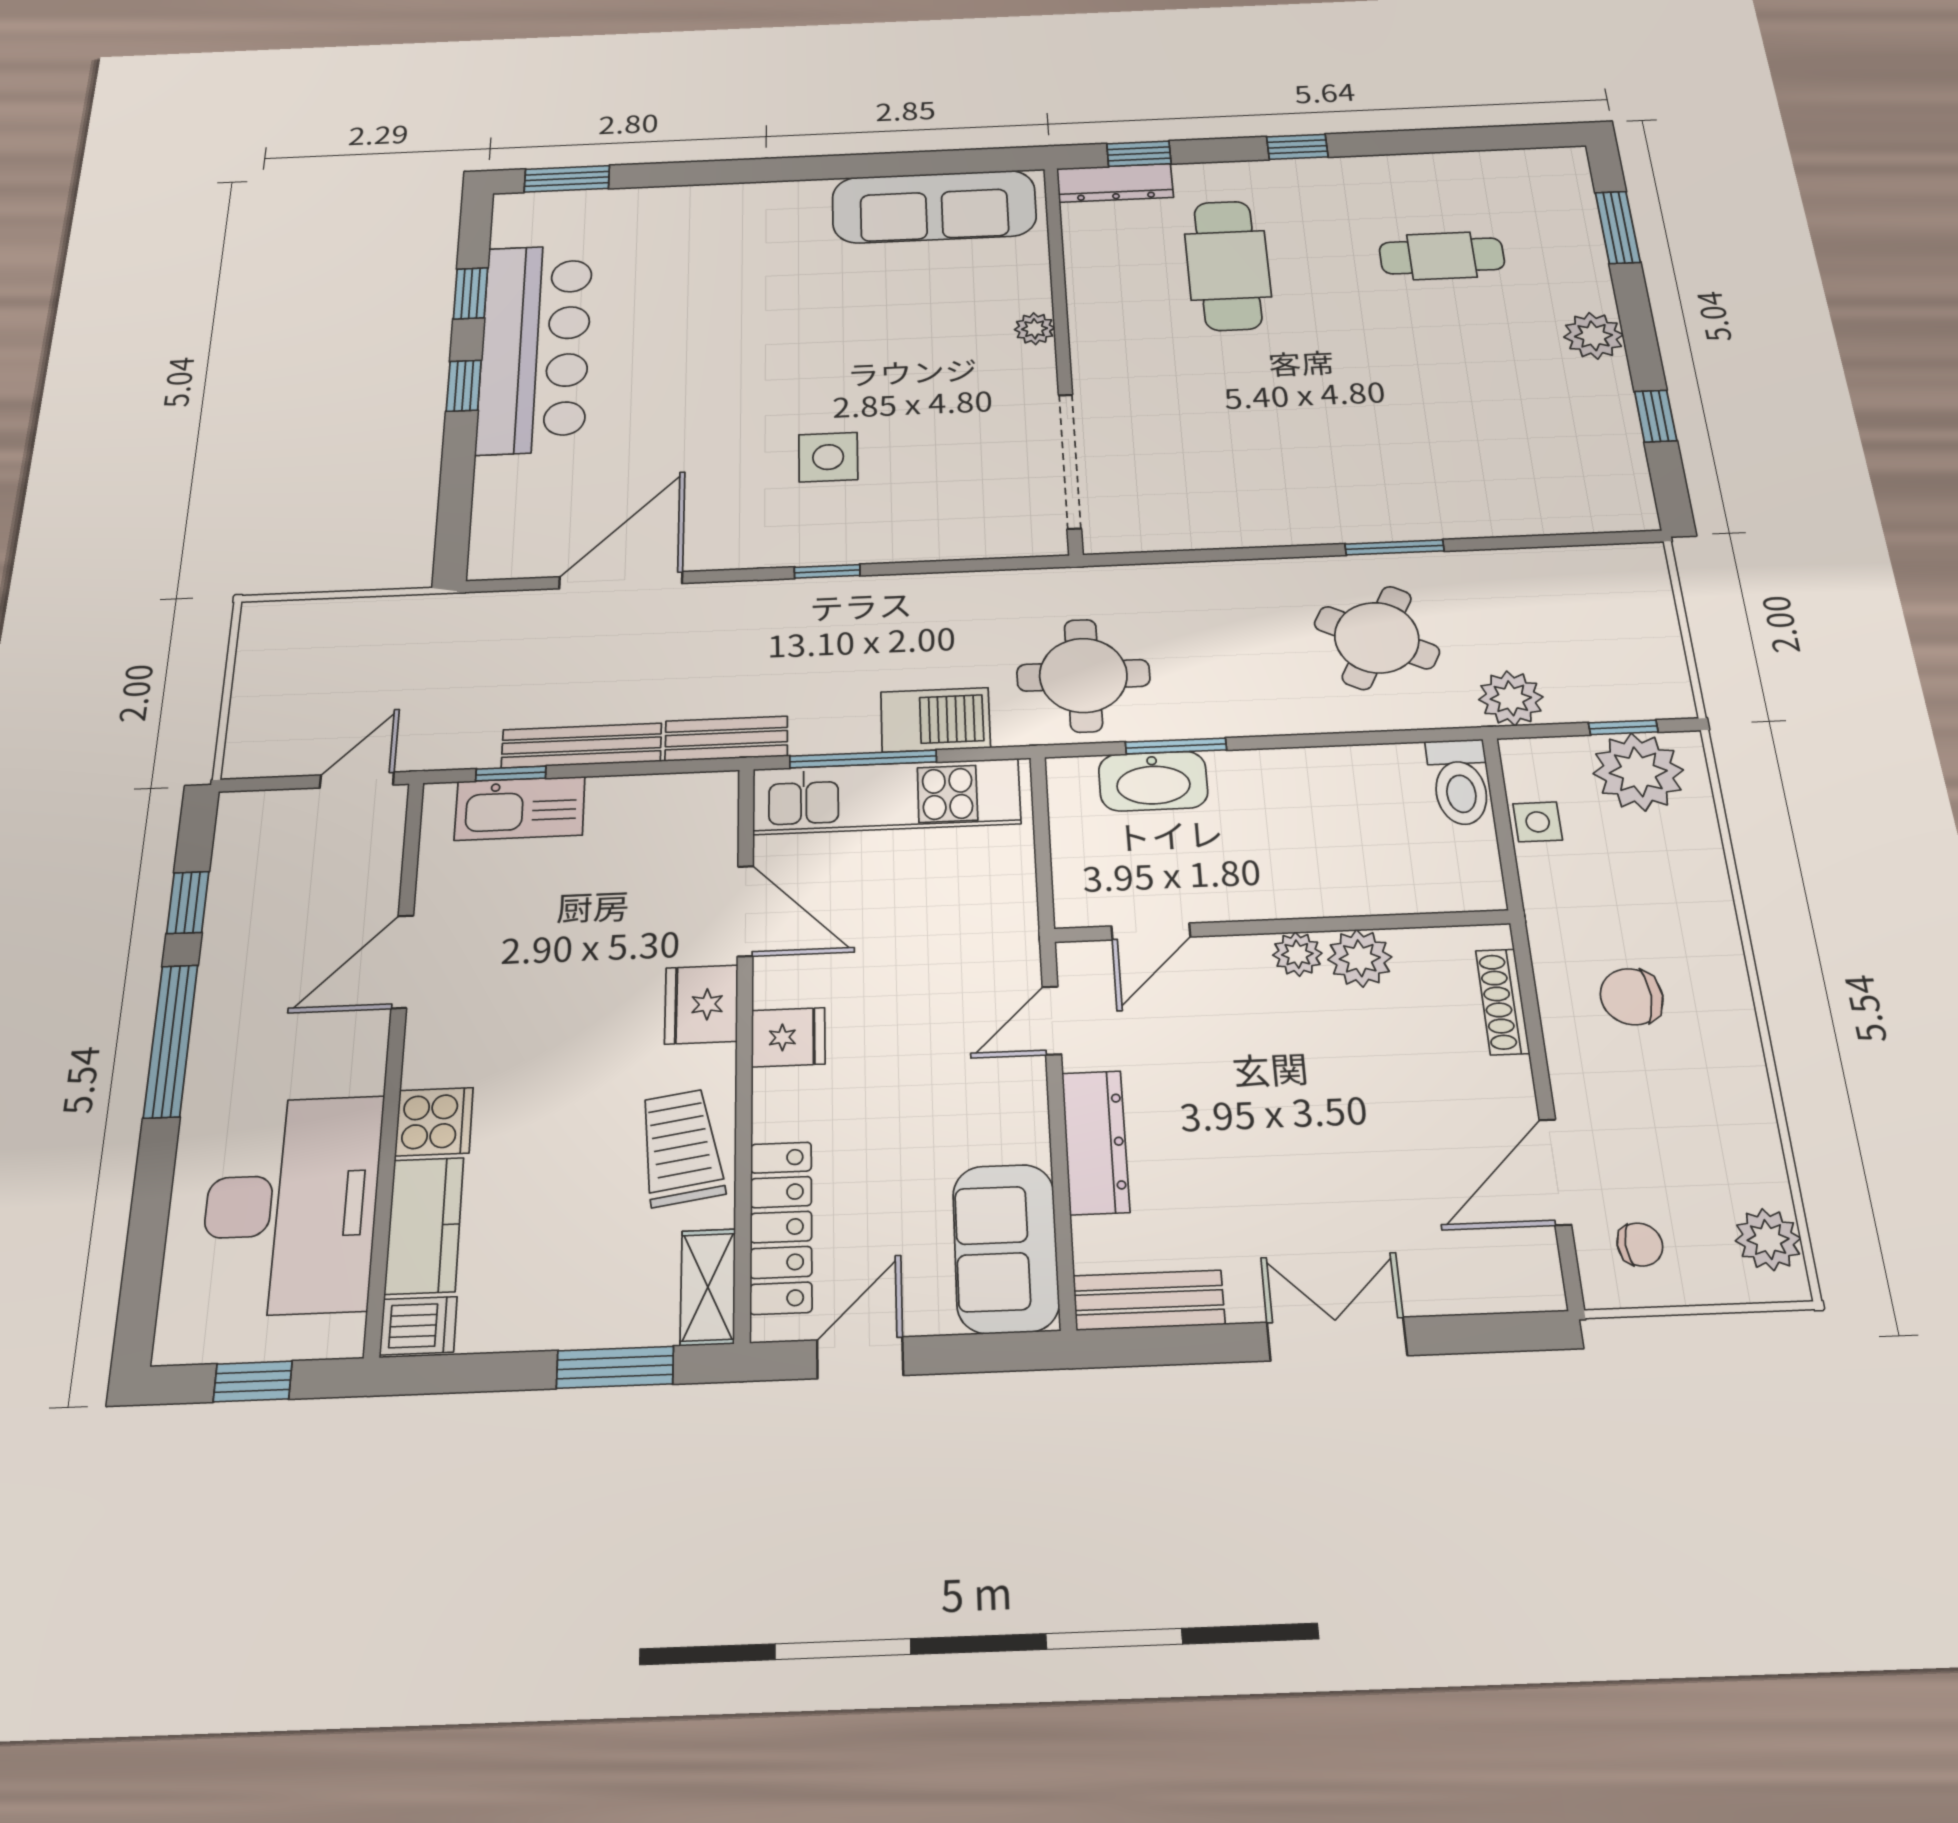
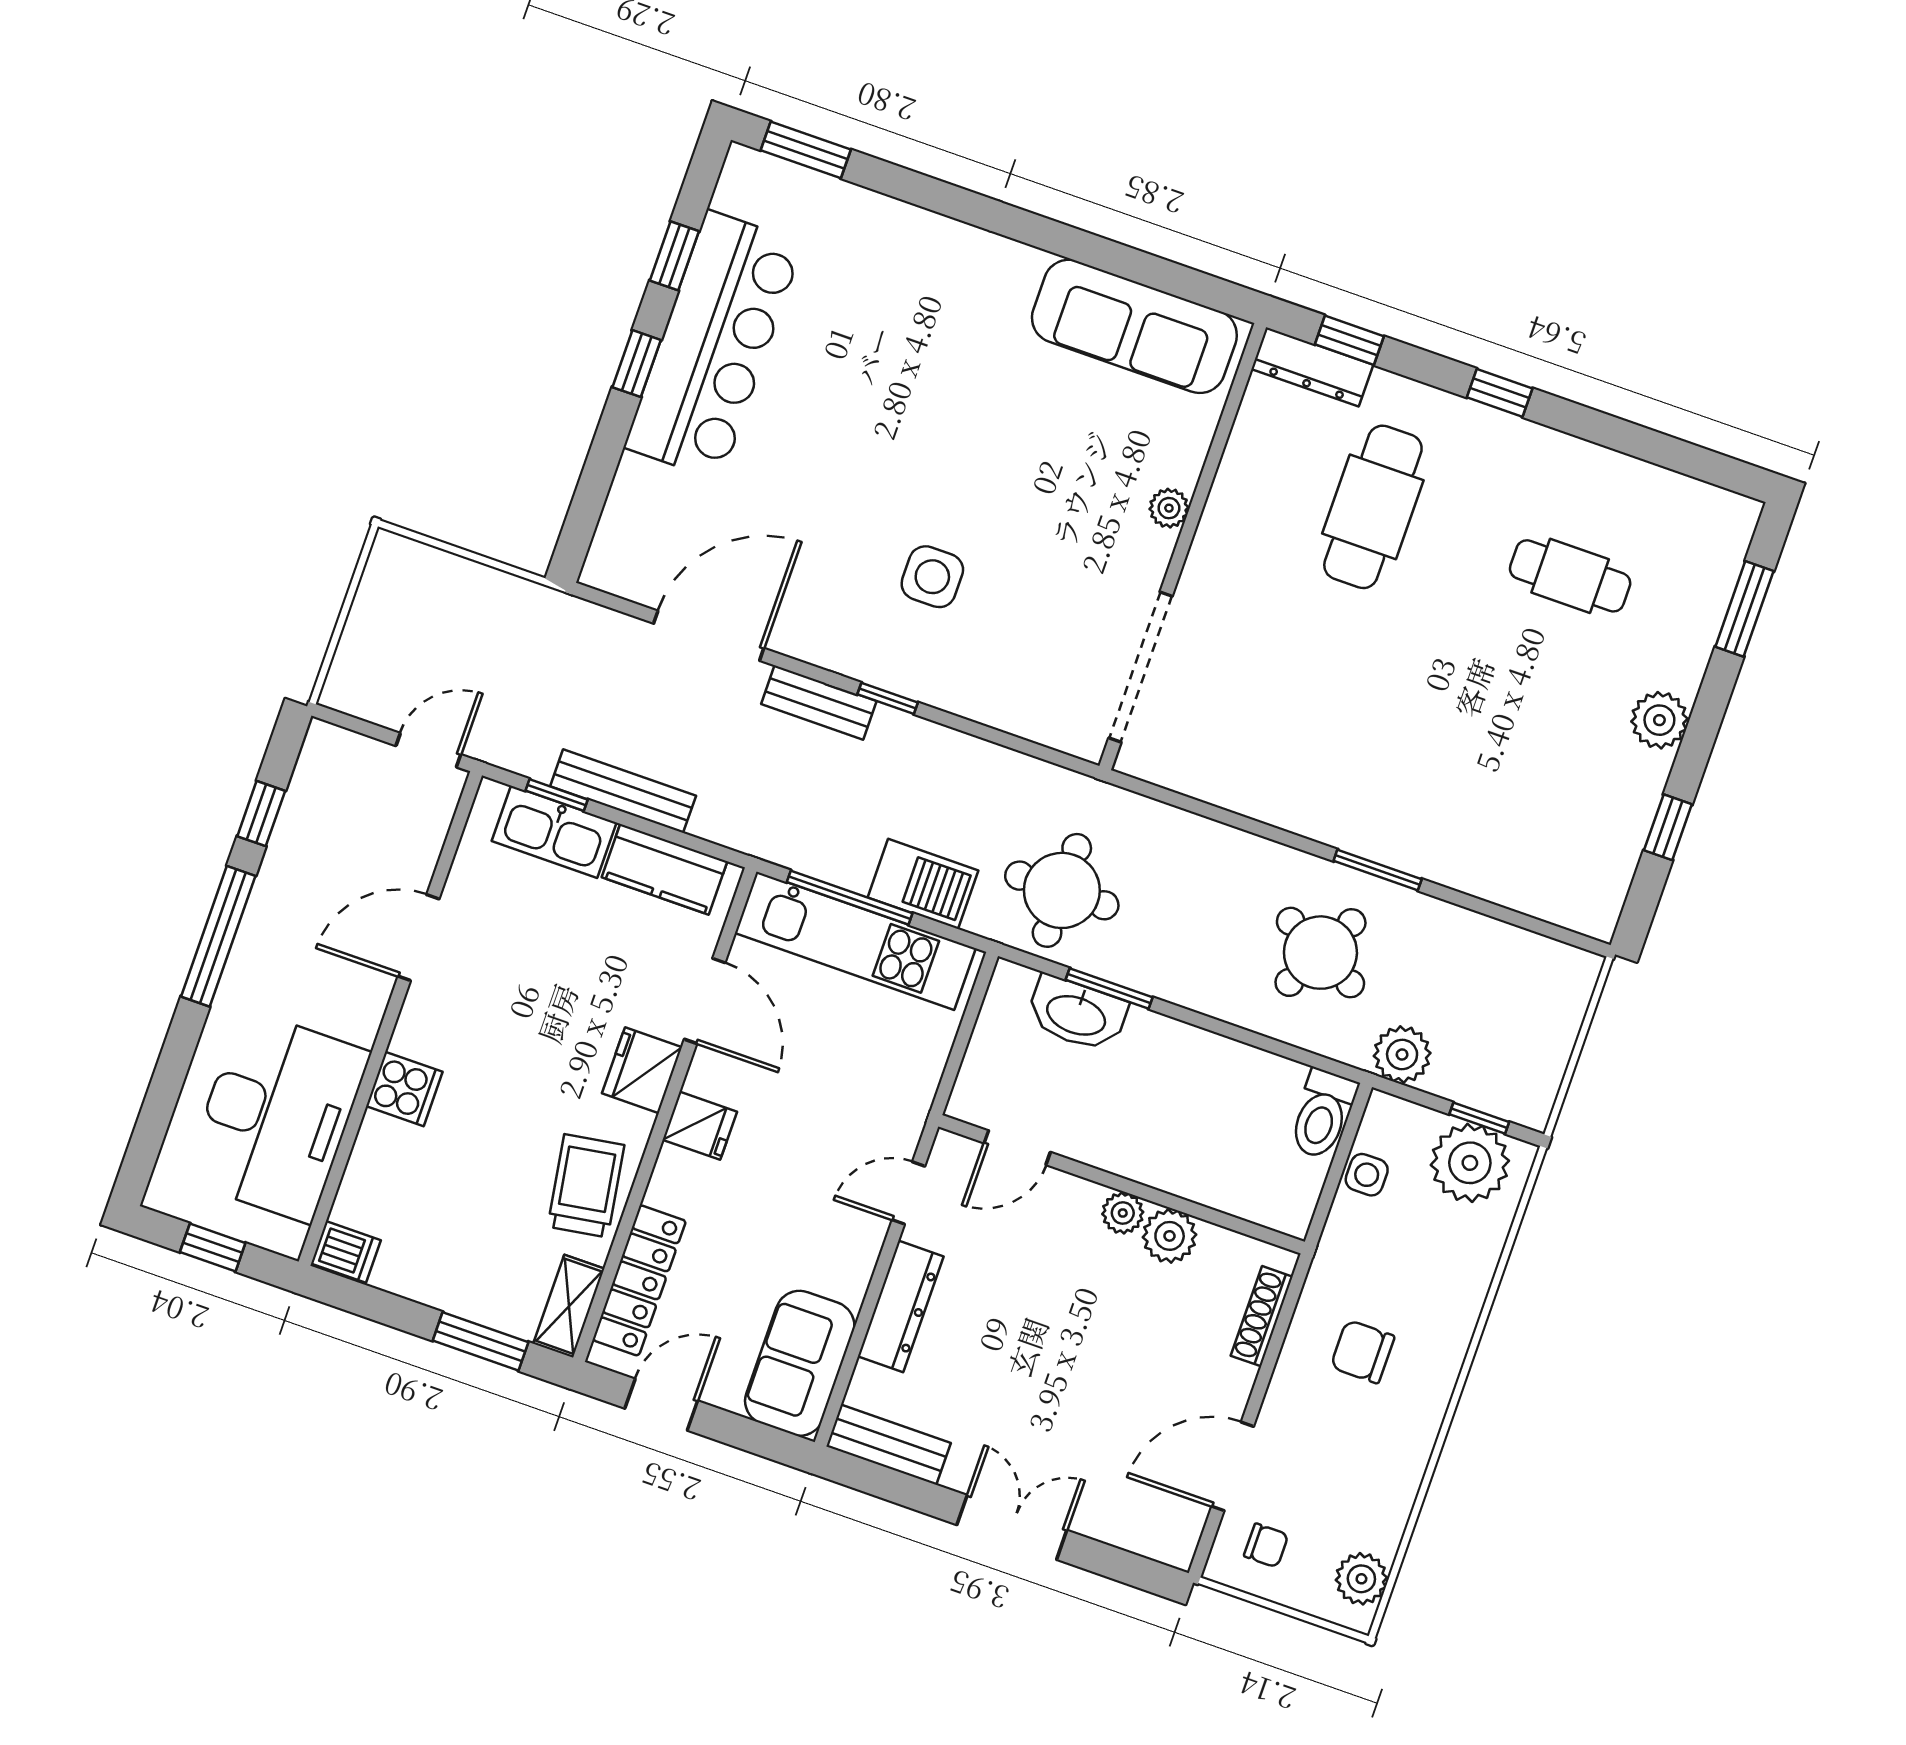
bench: (726, 739) -> (819, 703), moved
kitchen counter: (424, 1225) -> (665, 869), moved, turned 90

